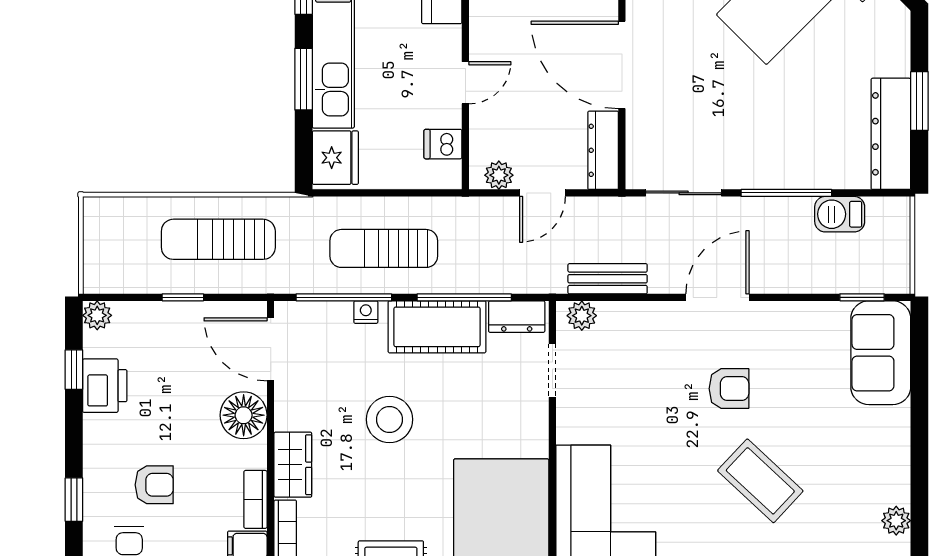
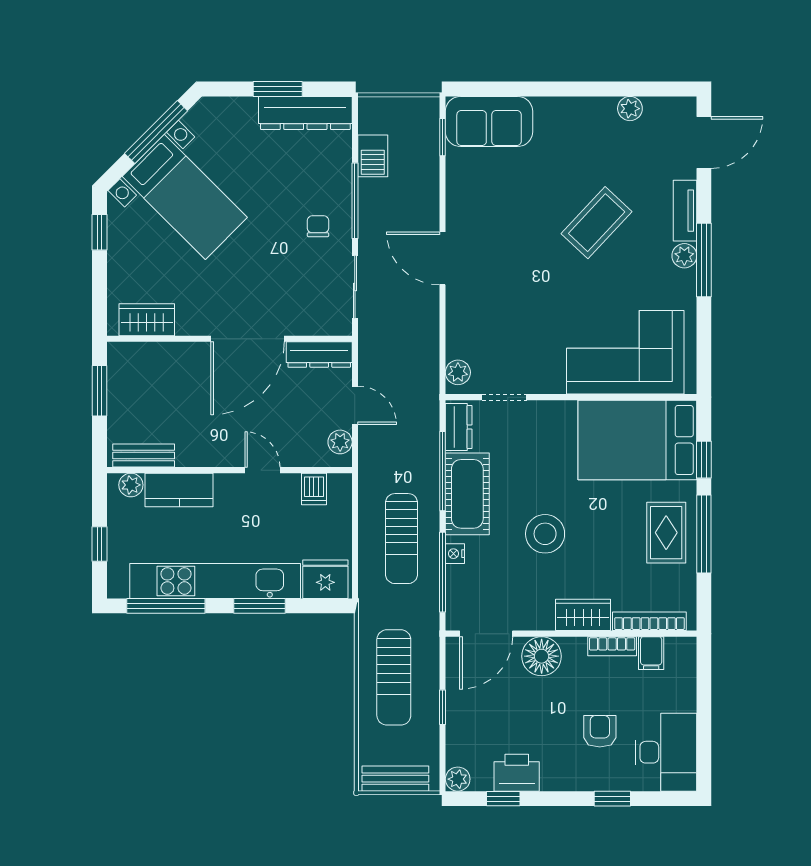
chair: (756, 149) -> (318, 226), added
bench: (608, 279) -> (395, 779), moved, turned 90
armchair: (729, 389) -> (519, 249), removed

